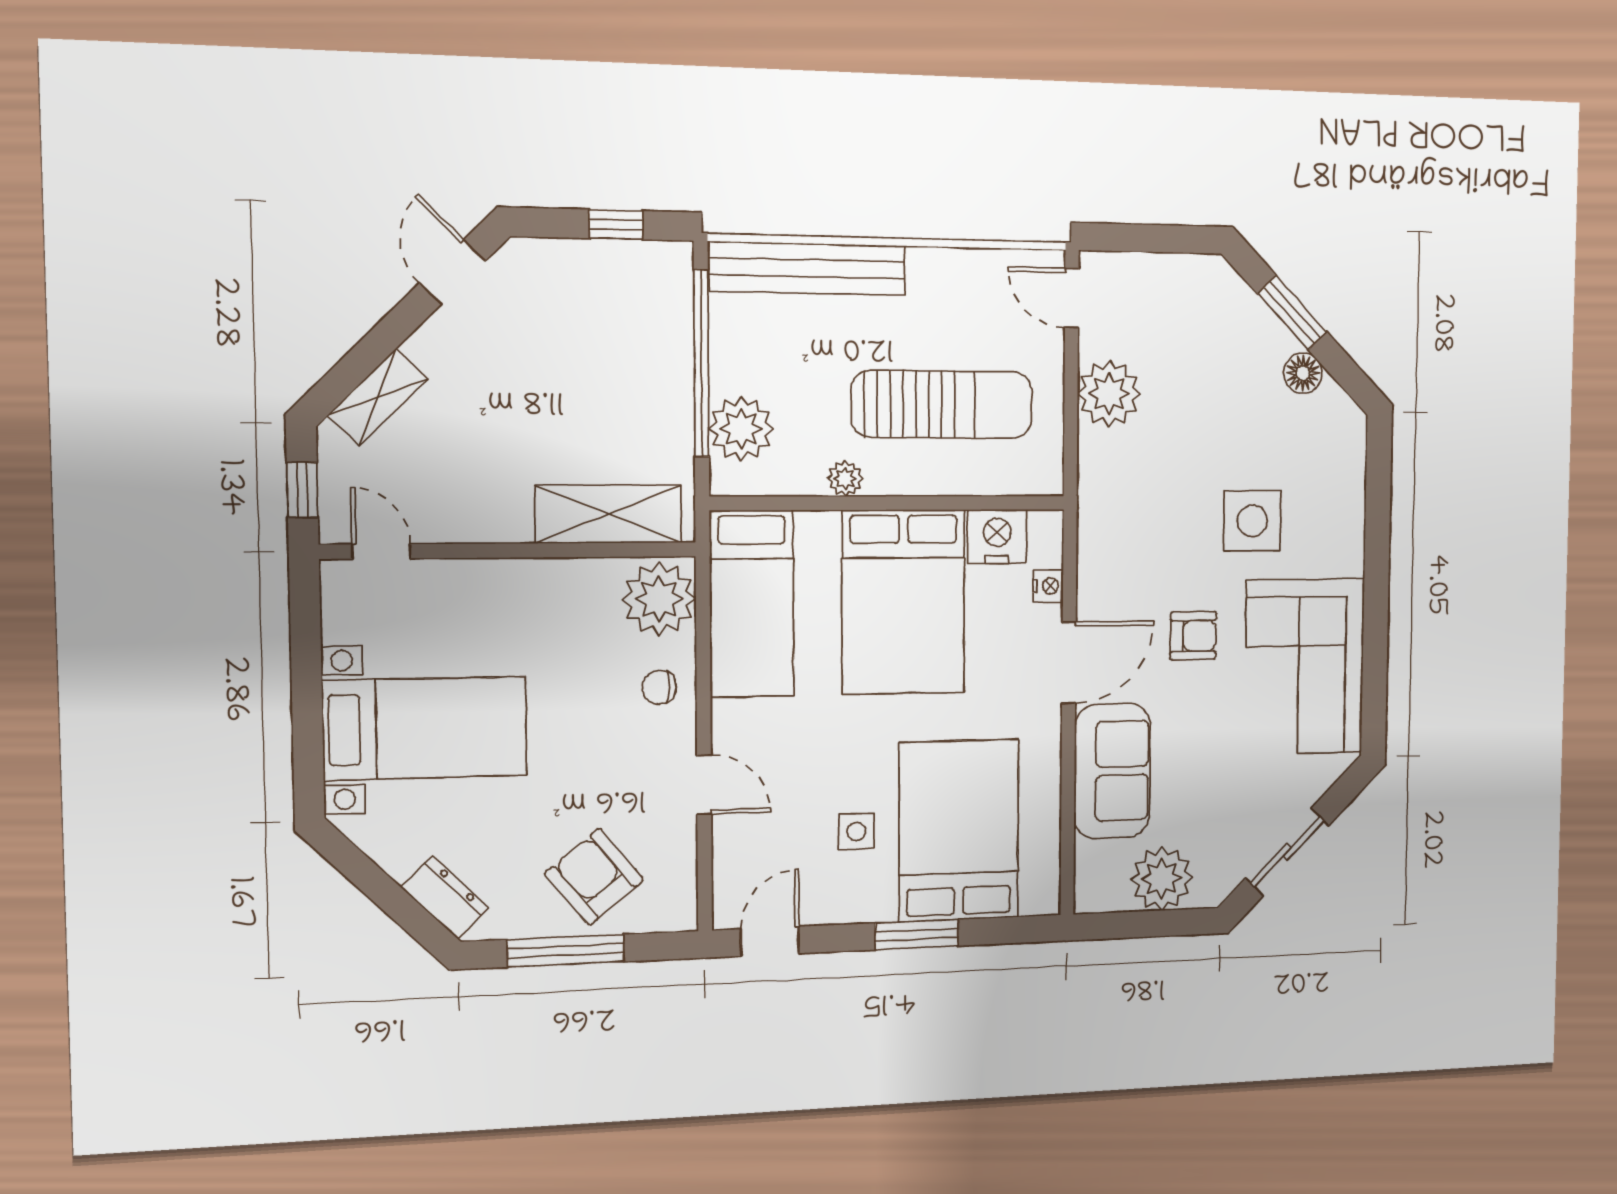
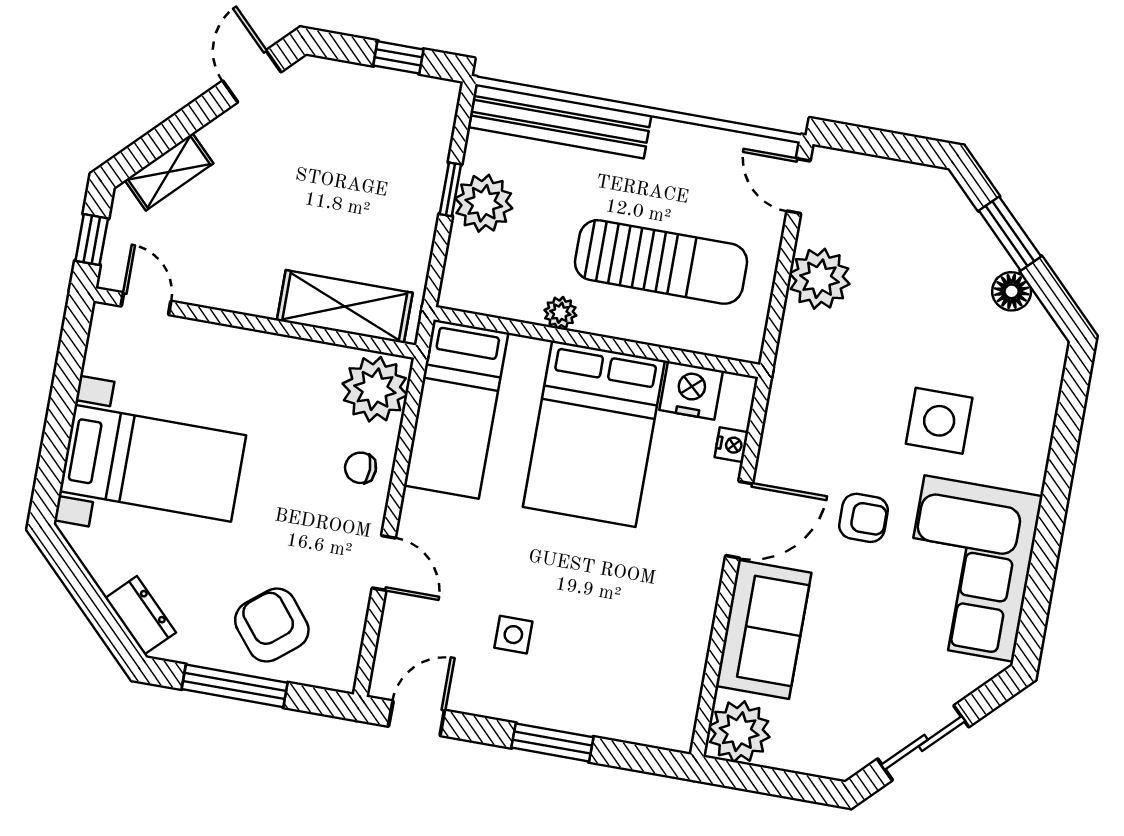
window: (701, 364) -> (450, 189), width x0.32
plant: (741, 429) -> (484, 203), moved
bed: (959, 831) -> (608, 654), removed
plant: (1162, 879) -> (739, 732), moved

